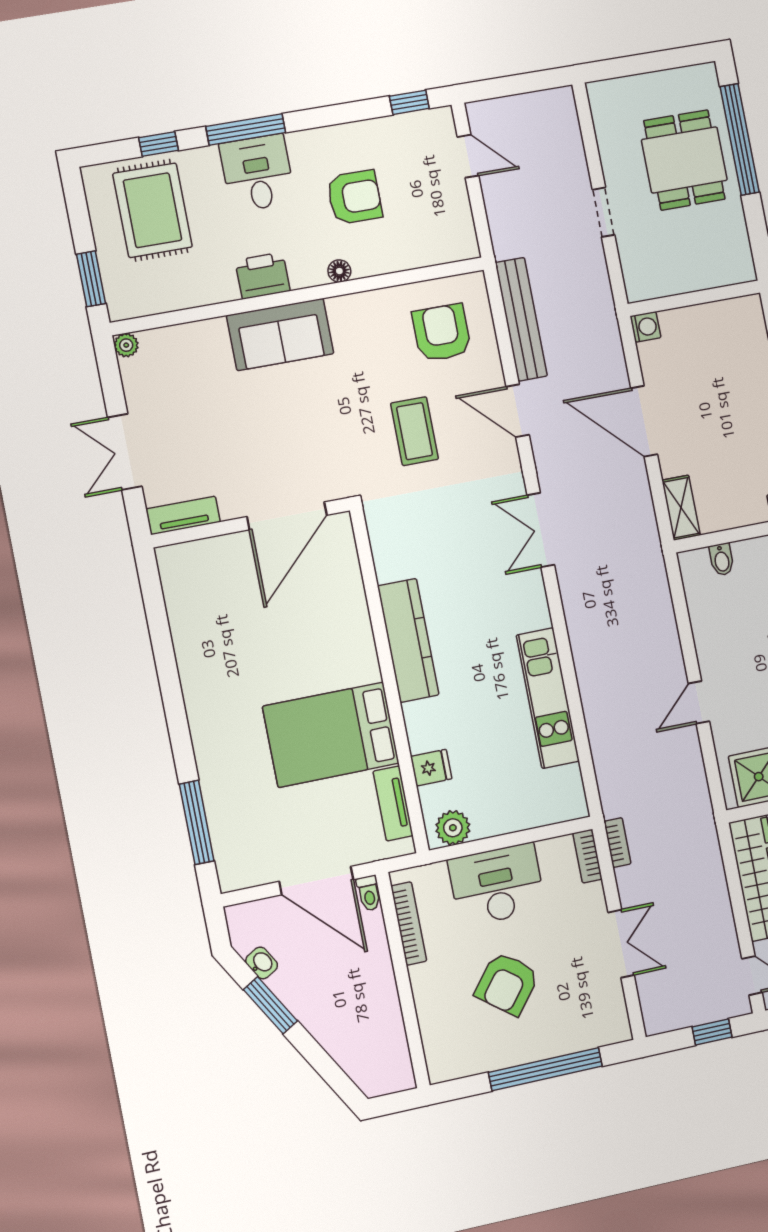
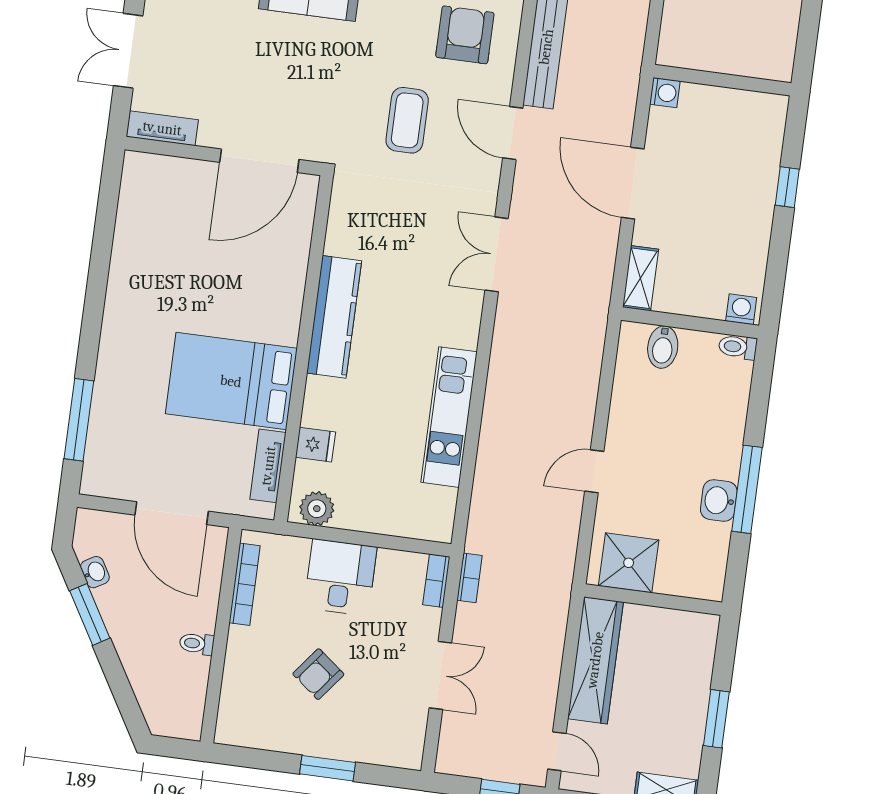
bidet: (722, 559) -> (663, 347), width x1.38, depth x1.36
desk: (497, 885) -> (340, 577), width x0.73
toilet: (369, 893) -> (197, 644), moved, turned 90
armchair: (507, 984) -> (318, 674), width x0.72, depth x0.72
window: (545, 1069) -> (328, 768), width x0.47

